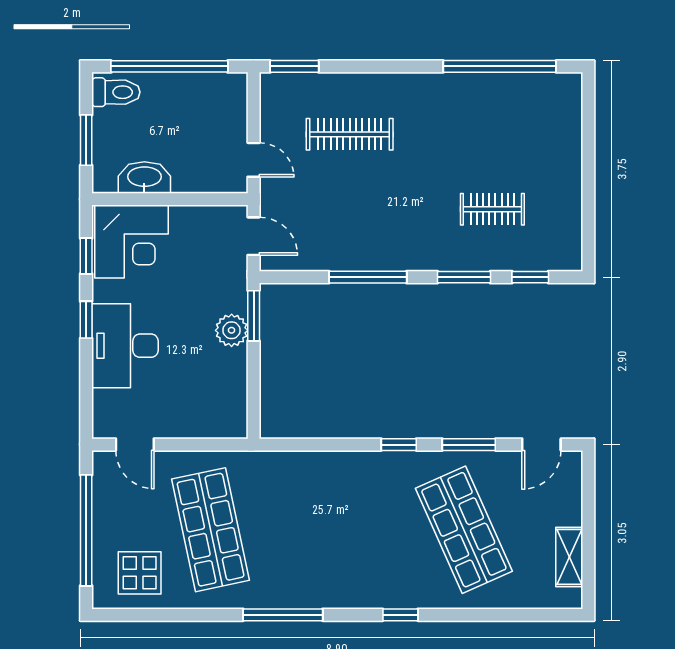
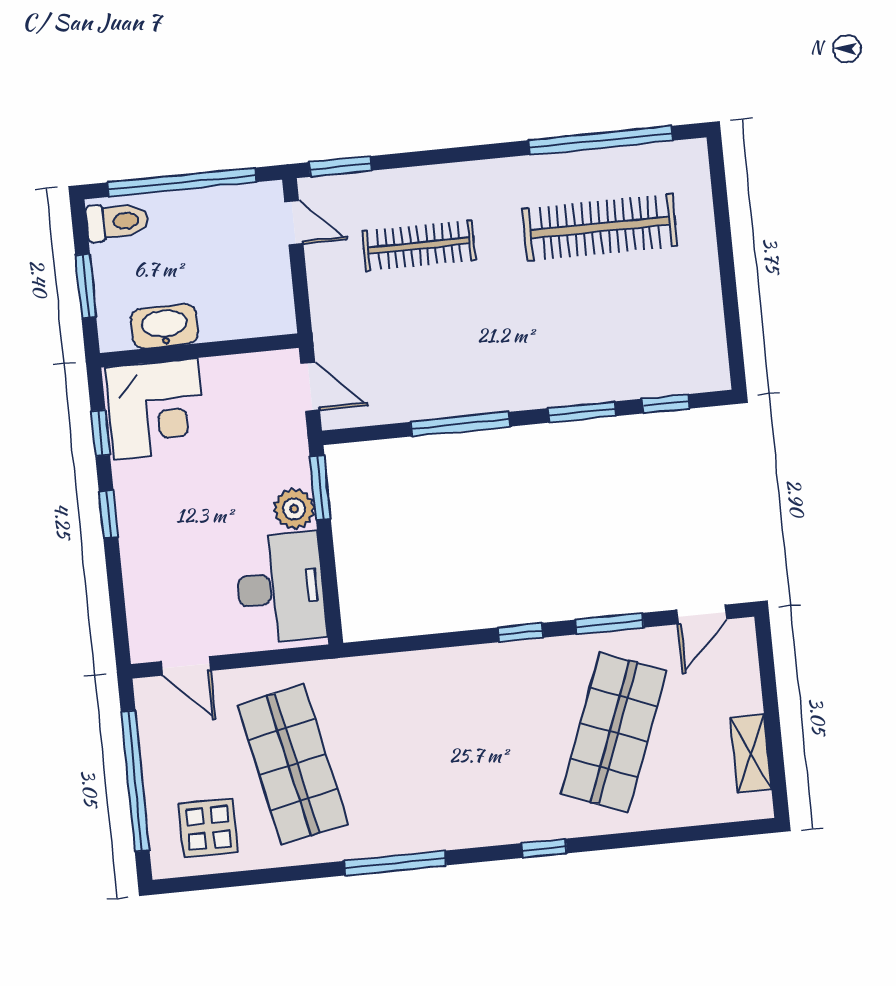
door: (254, 160) -> (294, 223), moved
clothes rail: (492, 209) -> (600, 227), moved, width x1.86, depth x1.31
desk: (125, 346) -> (280, 588), moved, turned 180
shop shelf: (464, 530) -> (614, 732), turned 45

